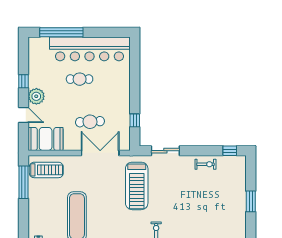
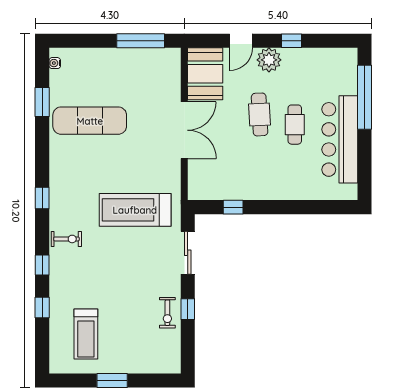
bar counter: (90, 49) -> (340, 139), width x0.73
cafe table: (90, 122) -> (260, 114), moved
window: (230, 151) -> (188, 309), moved
double door: (100, 153) -> (184, 130), moved
treadmill: (46, 170) -> (86, 334), moved

